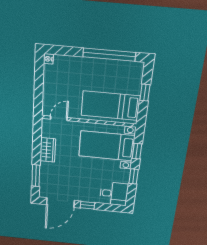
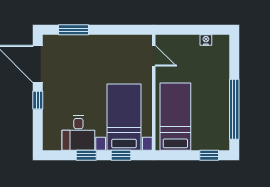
nightstand: (48, 59) -> (206, 40), moved
window: (145, 93) -> (209, 155), moved
wardrobe: (48, 150) -> (111, 44), removed
desk: (114, 194) -> (78, 133), moved

